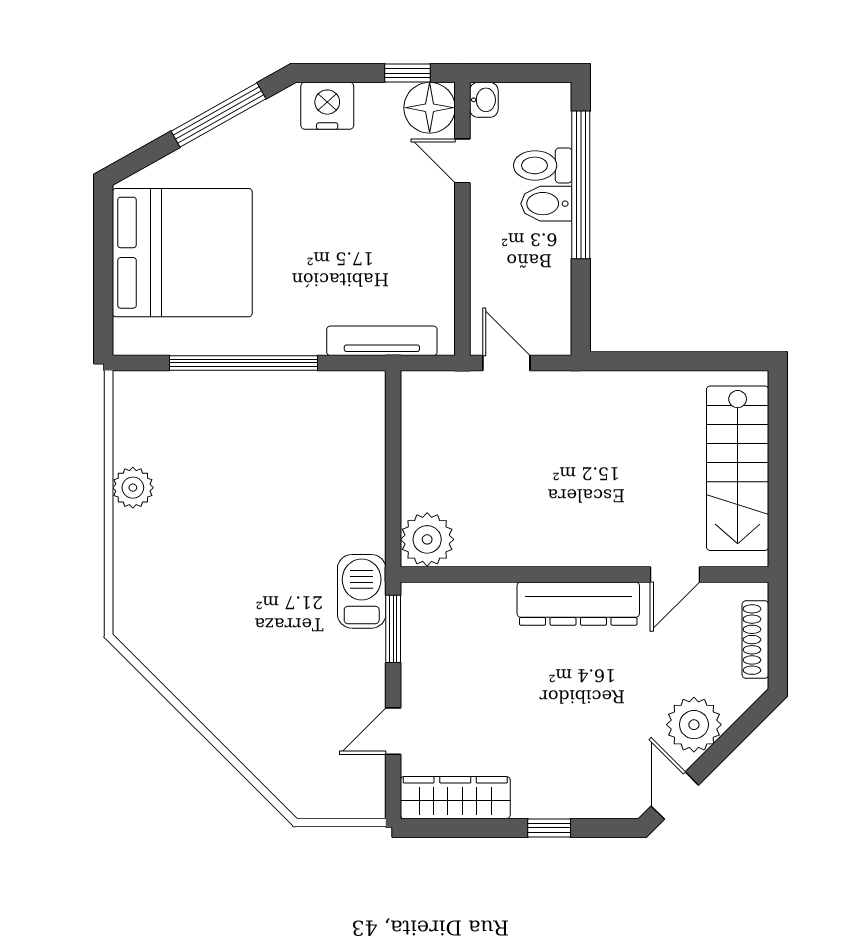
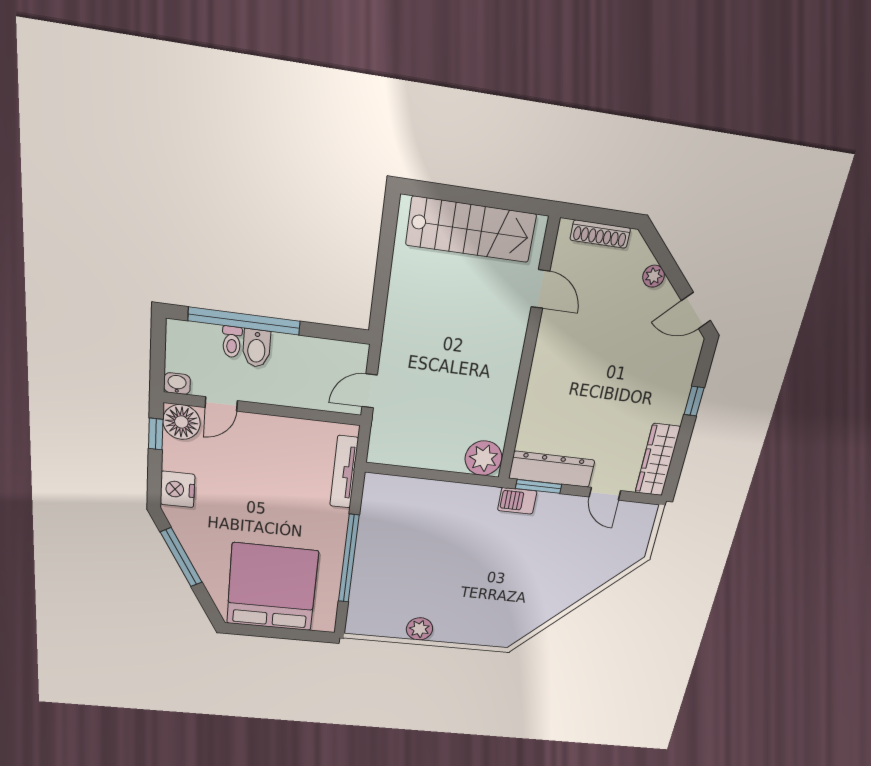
toilet: (543, 165) -> (232, 342), width x0.73, depth x0.72
barbecue: (362, 591) -> (517, 501), width x0.73, depth x0.79
dresser: (578, 604) -> (552, 469), moved, turned -90
plant: (694, 725) -> (654, 276), width x0.53, depth x0.53

